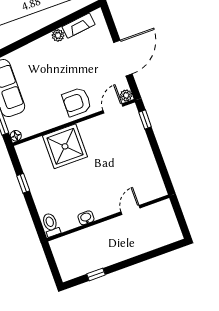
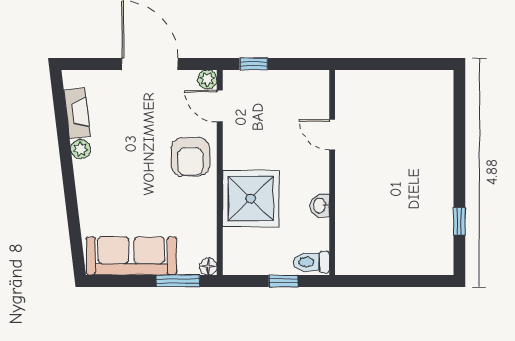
door: (131, 210) -> (332, 135), moved
washbasin: (86, 218) -> (320, 206), moved
wall: (108, 218) -> (332, 172), moved
toilet: (51, 225) -> (311, 262), moved

